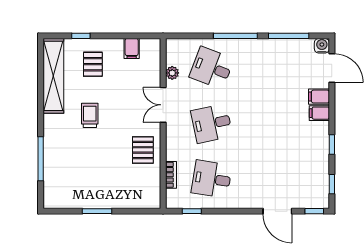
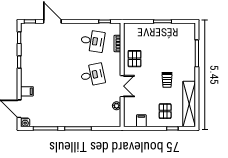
desk: (212, 68) -> (93, 109), removed
filing cabinet: (319, 113) -> (27, 81), removed

